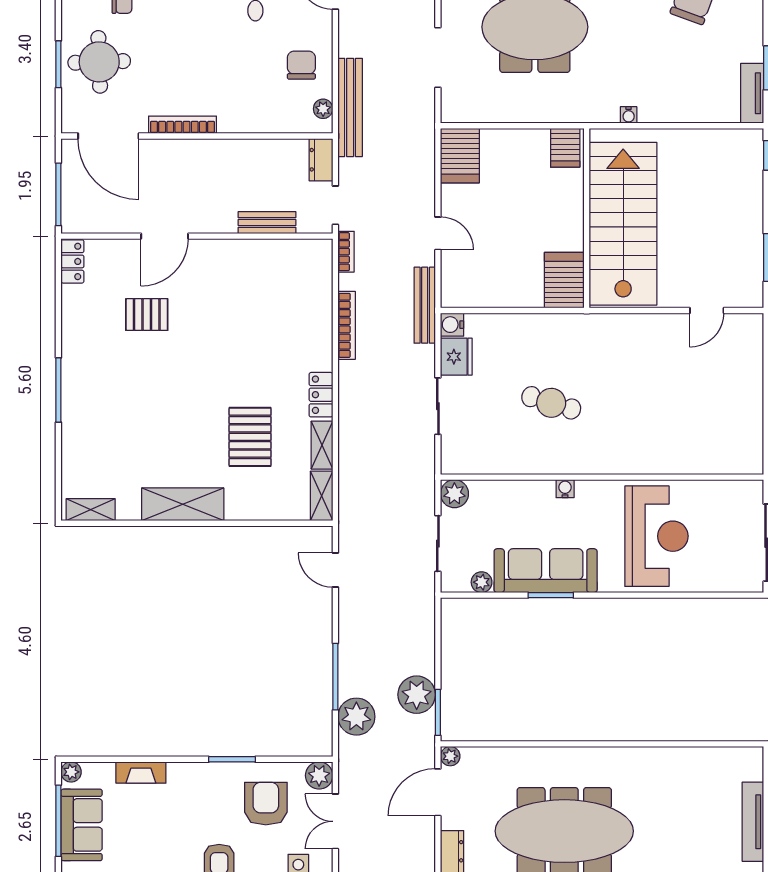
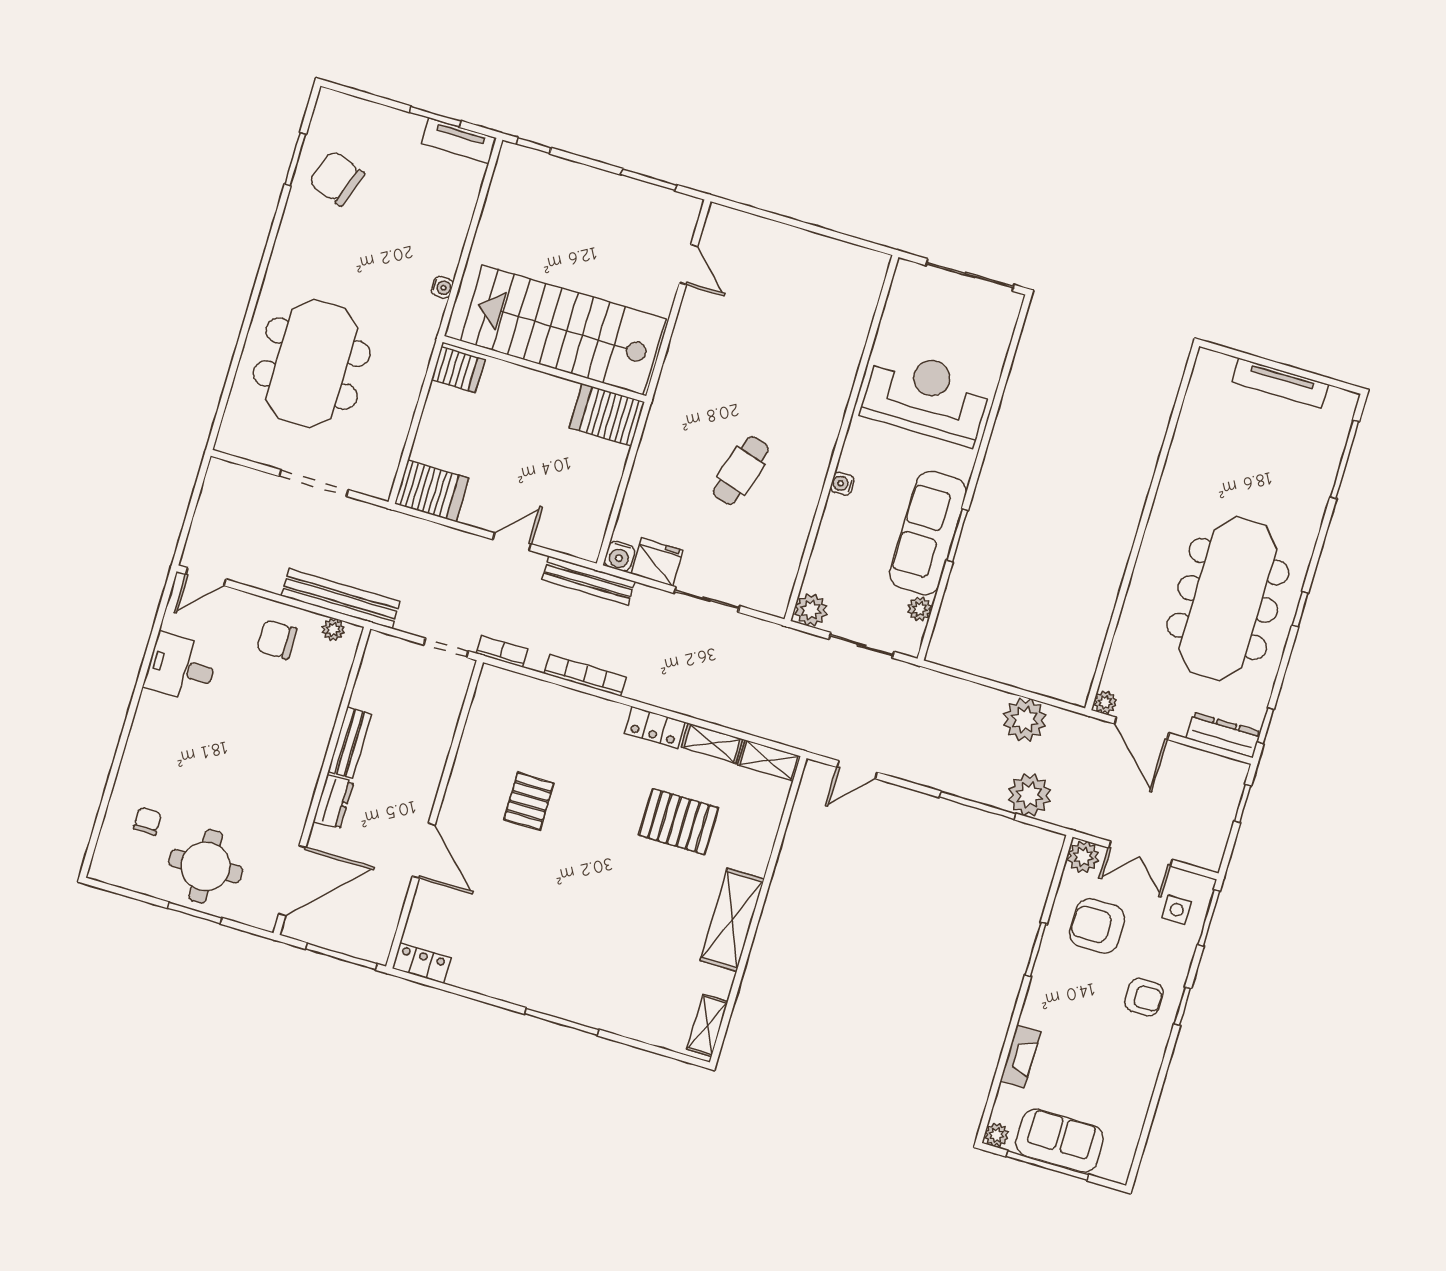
bookcase: (182, 125) -> (304, 793), removed
dresser: (321, 160) -> (333, 802), moved, turned -90
bench: (267, 223) -> (350, 743), moved
pallet: (147, 315) -> (529, 801), moved
window: (438, 712) -> (1052, 702), removed

